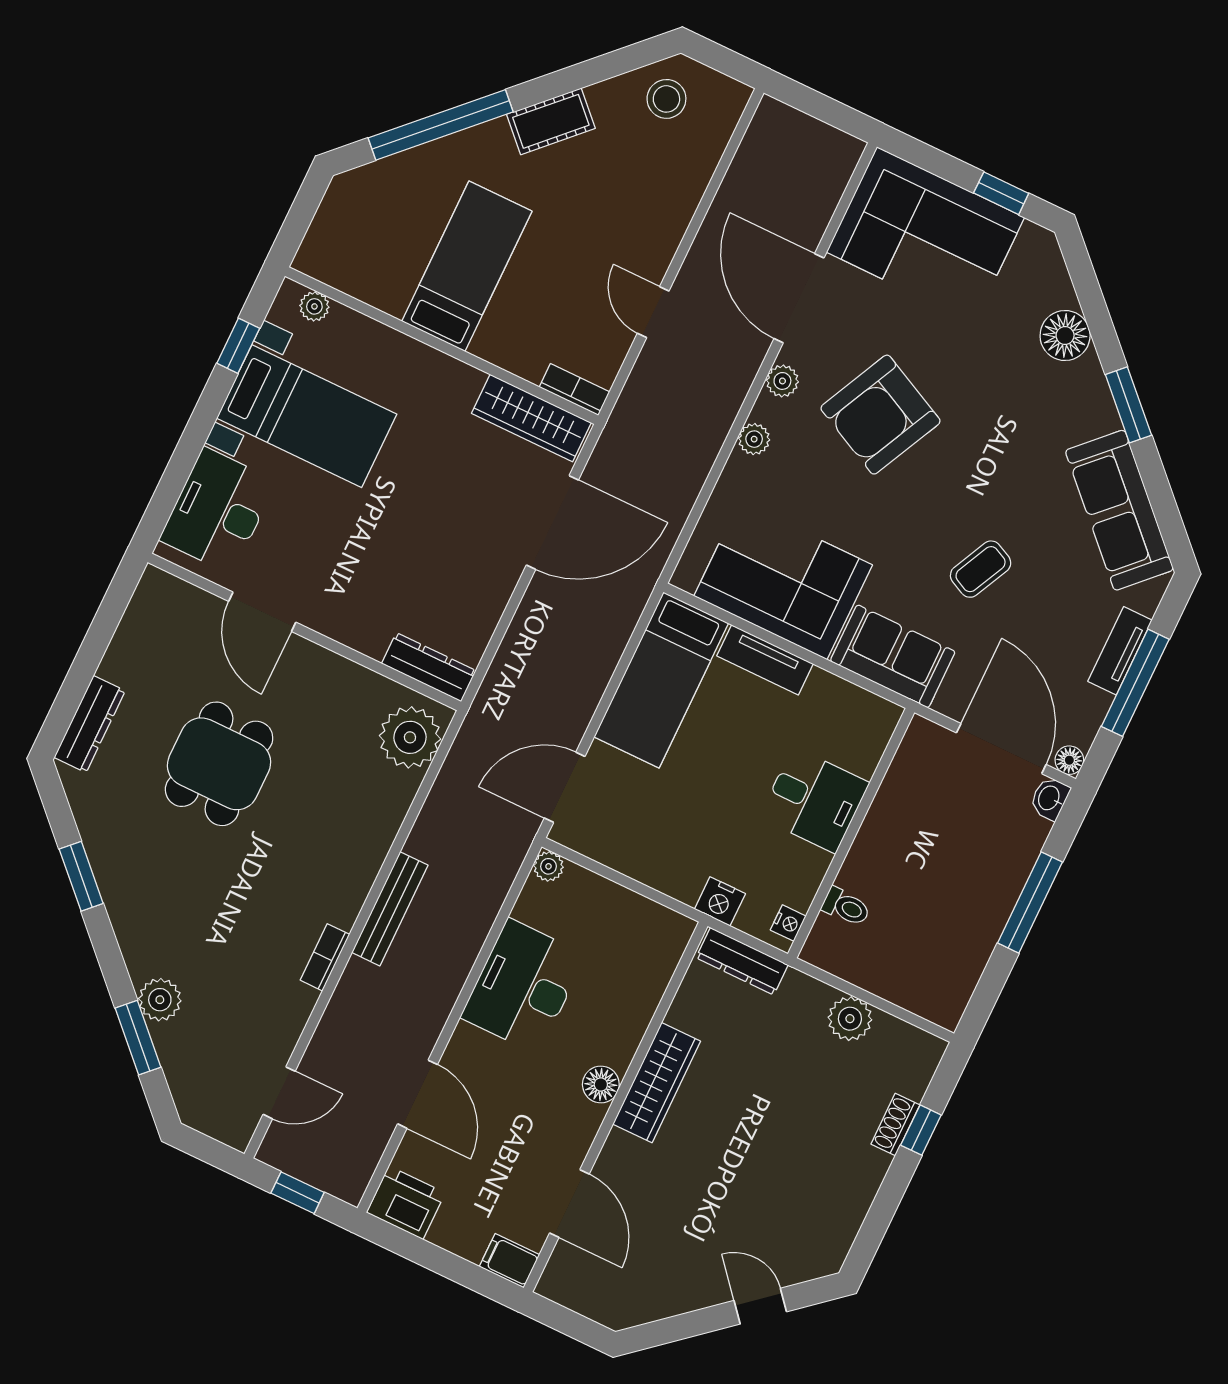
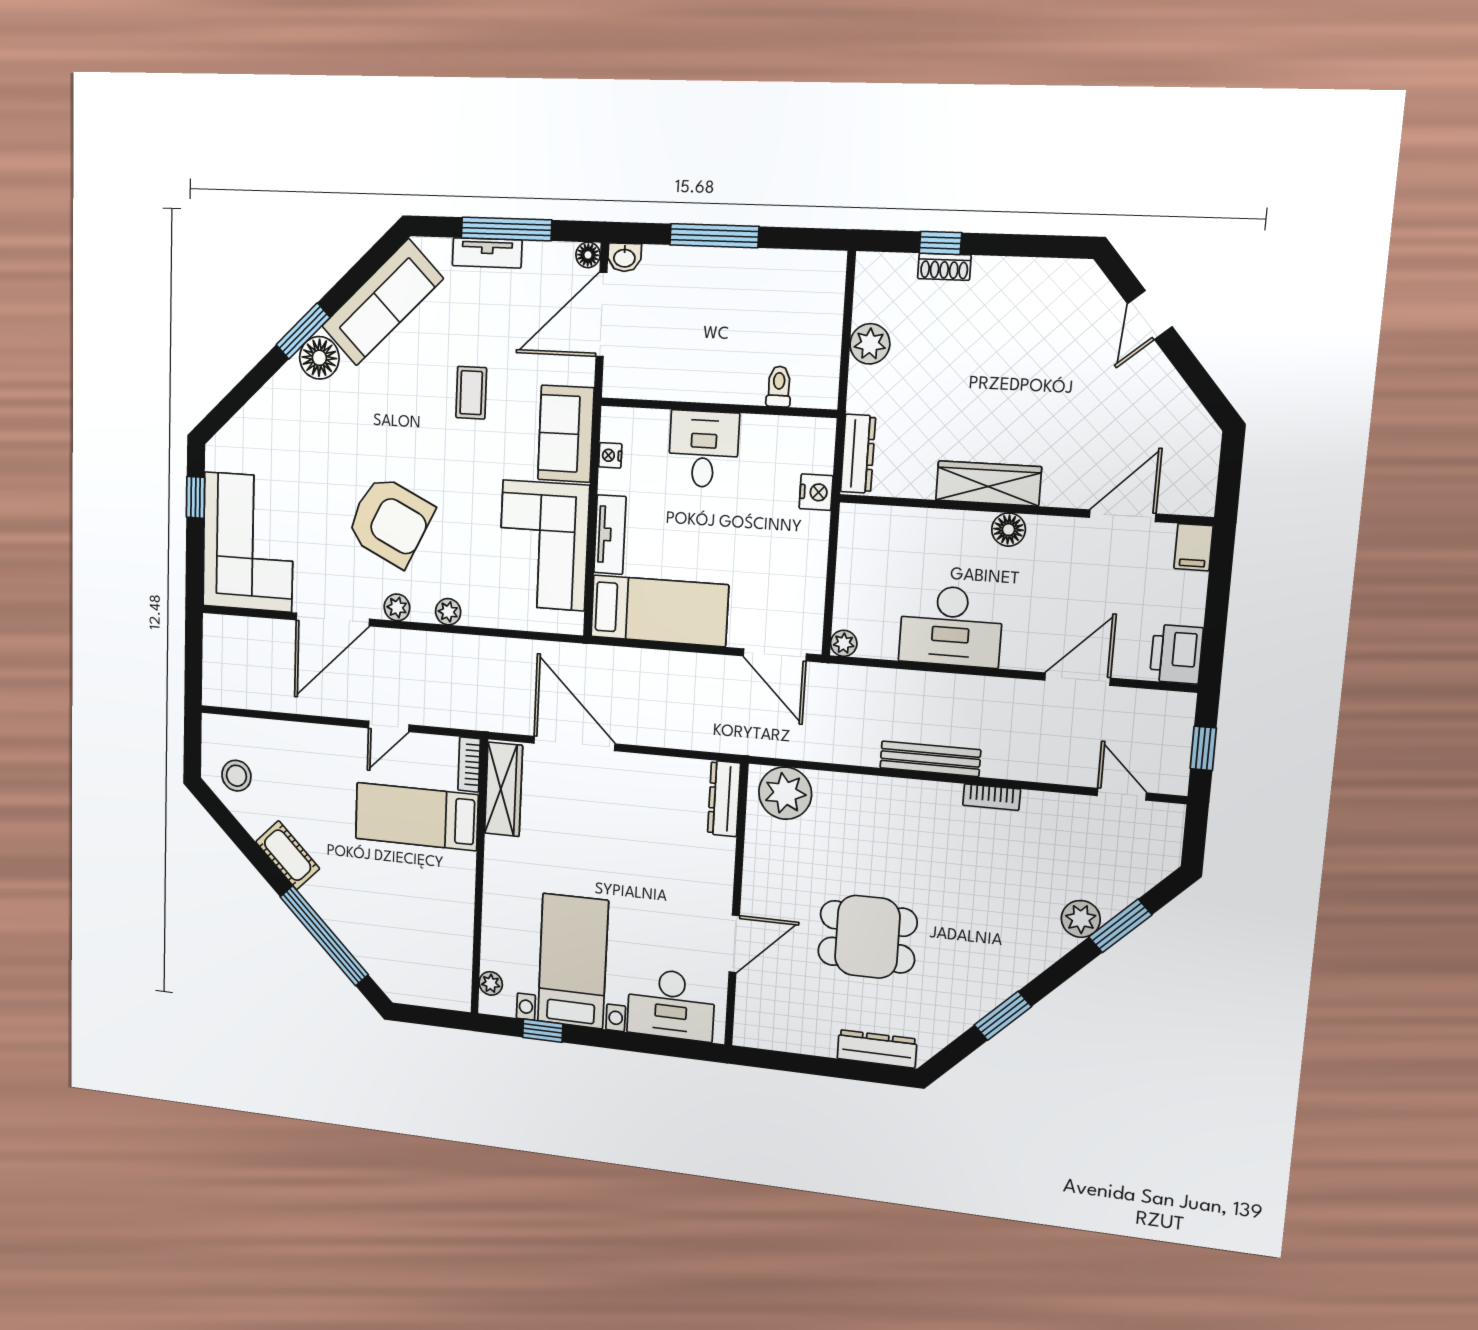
bed: (467, 266) -> (417, 817), moved
floor lamp: (1065, 336) -> (319, 358), moved
coffee table: (981, 569) -> (471, 393), turned 64
nightstand: (788, 923) -> (610, 455), moved, turned -90

